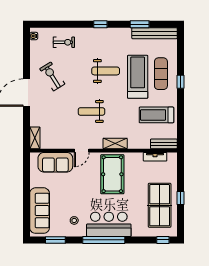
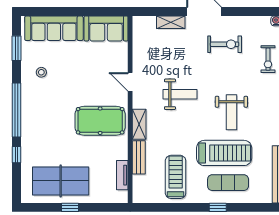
exercise bike: (52, 76) -> (225, 44), turned 32
weight bench: (91, 111) -> (180, 94), turned 90
shelving: (35, 138) -> (171, 22), moved
bench: (164, 144) -> (139, 157), moved
sofa: (55, 162) -> (106, 28), moved, turned -90
bar counter: (109, 224) -> (36, 116), removed
window: (163, 240) -> (16, 155), moved

